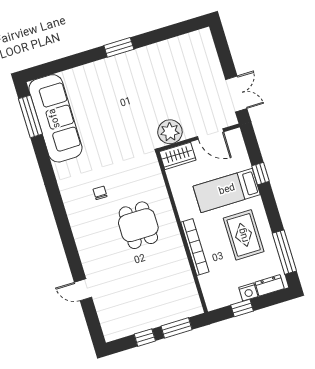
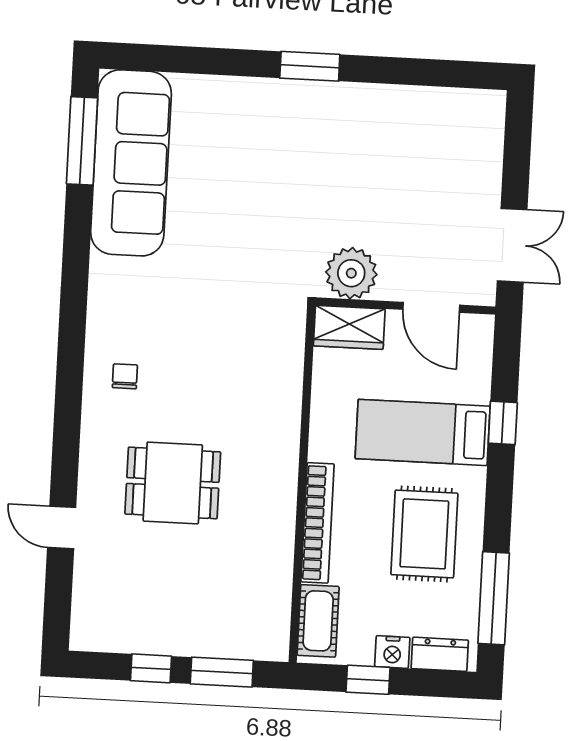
chair: (100, 193) -> (125, 376), moved
dining table: (138, 225) -> (173, 483), moved, turned 90
cot: (211, 290) -> (318, 621), added

